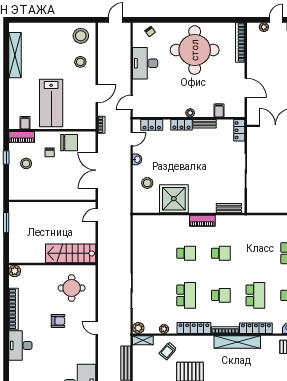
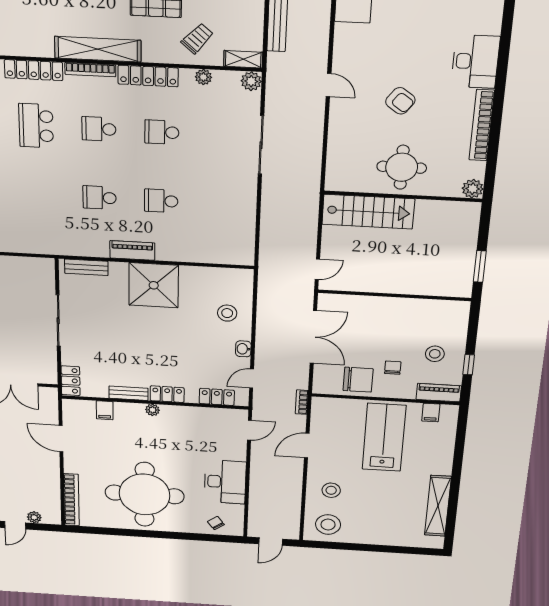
chair: (69, 143) -> (358, 380), turned 180
shower: (174, 199) -> (154, 285), moved
round table: (72, 288) -> (402, 167), moved
school desk: (186, 295) -> (162, 132), width x0.54
armchair: (58, 321) -> (400, 101), turned -144
shelving: (237, 342) -> (98, 49), moved

